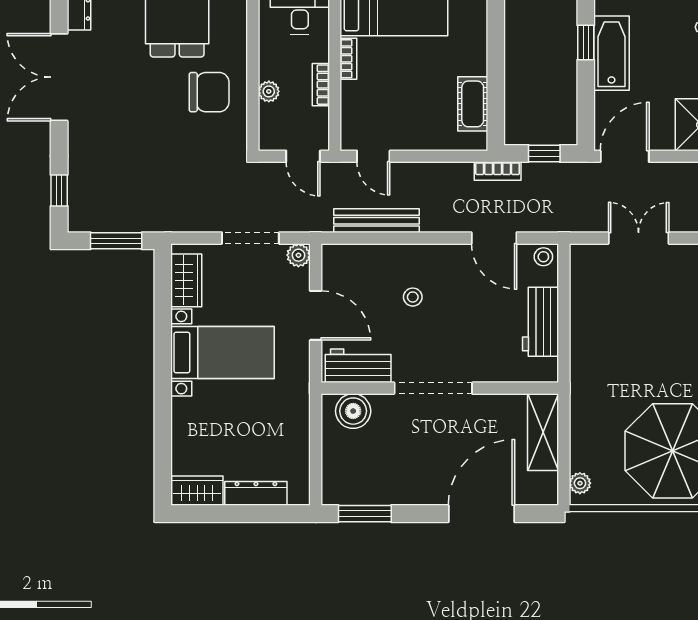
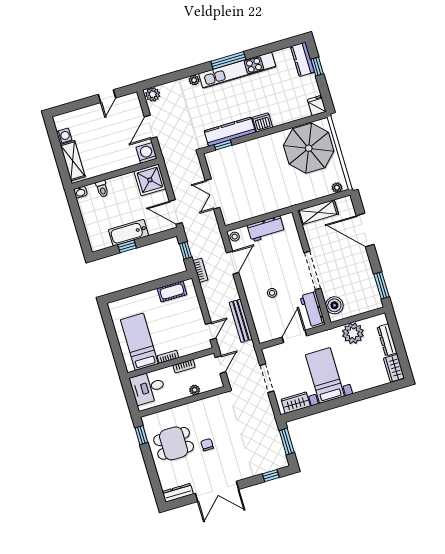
chair: (209, 92) -> (207, 445), moved, width x0.54, depth x0.54
plant: (298, 255) -> (353, 333), moved, width x1.88, depth x1.88

